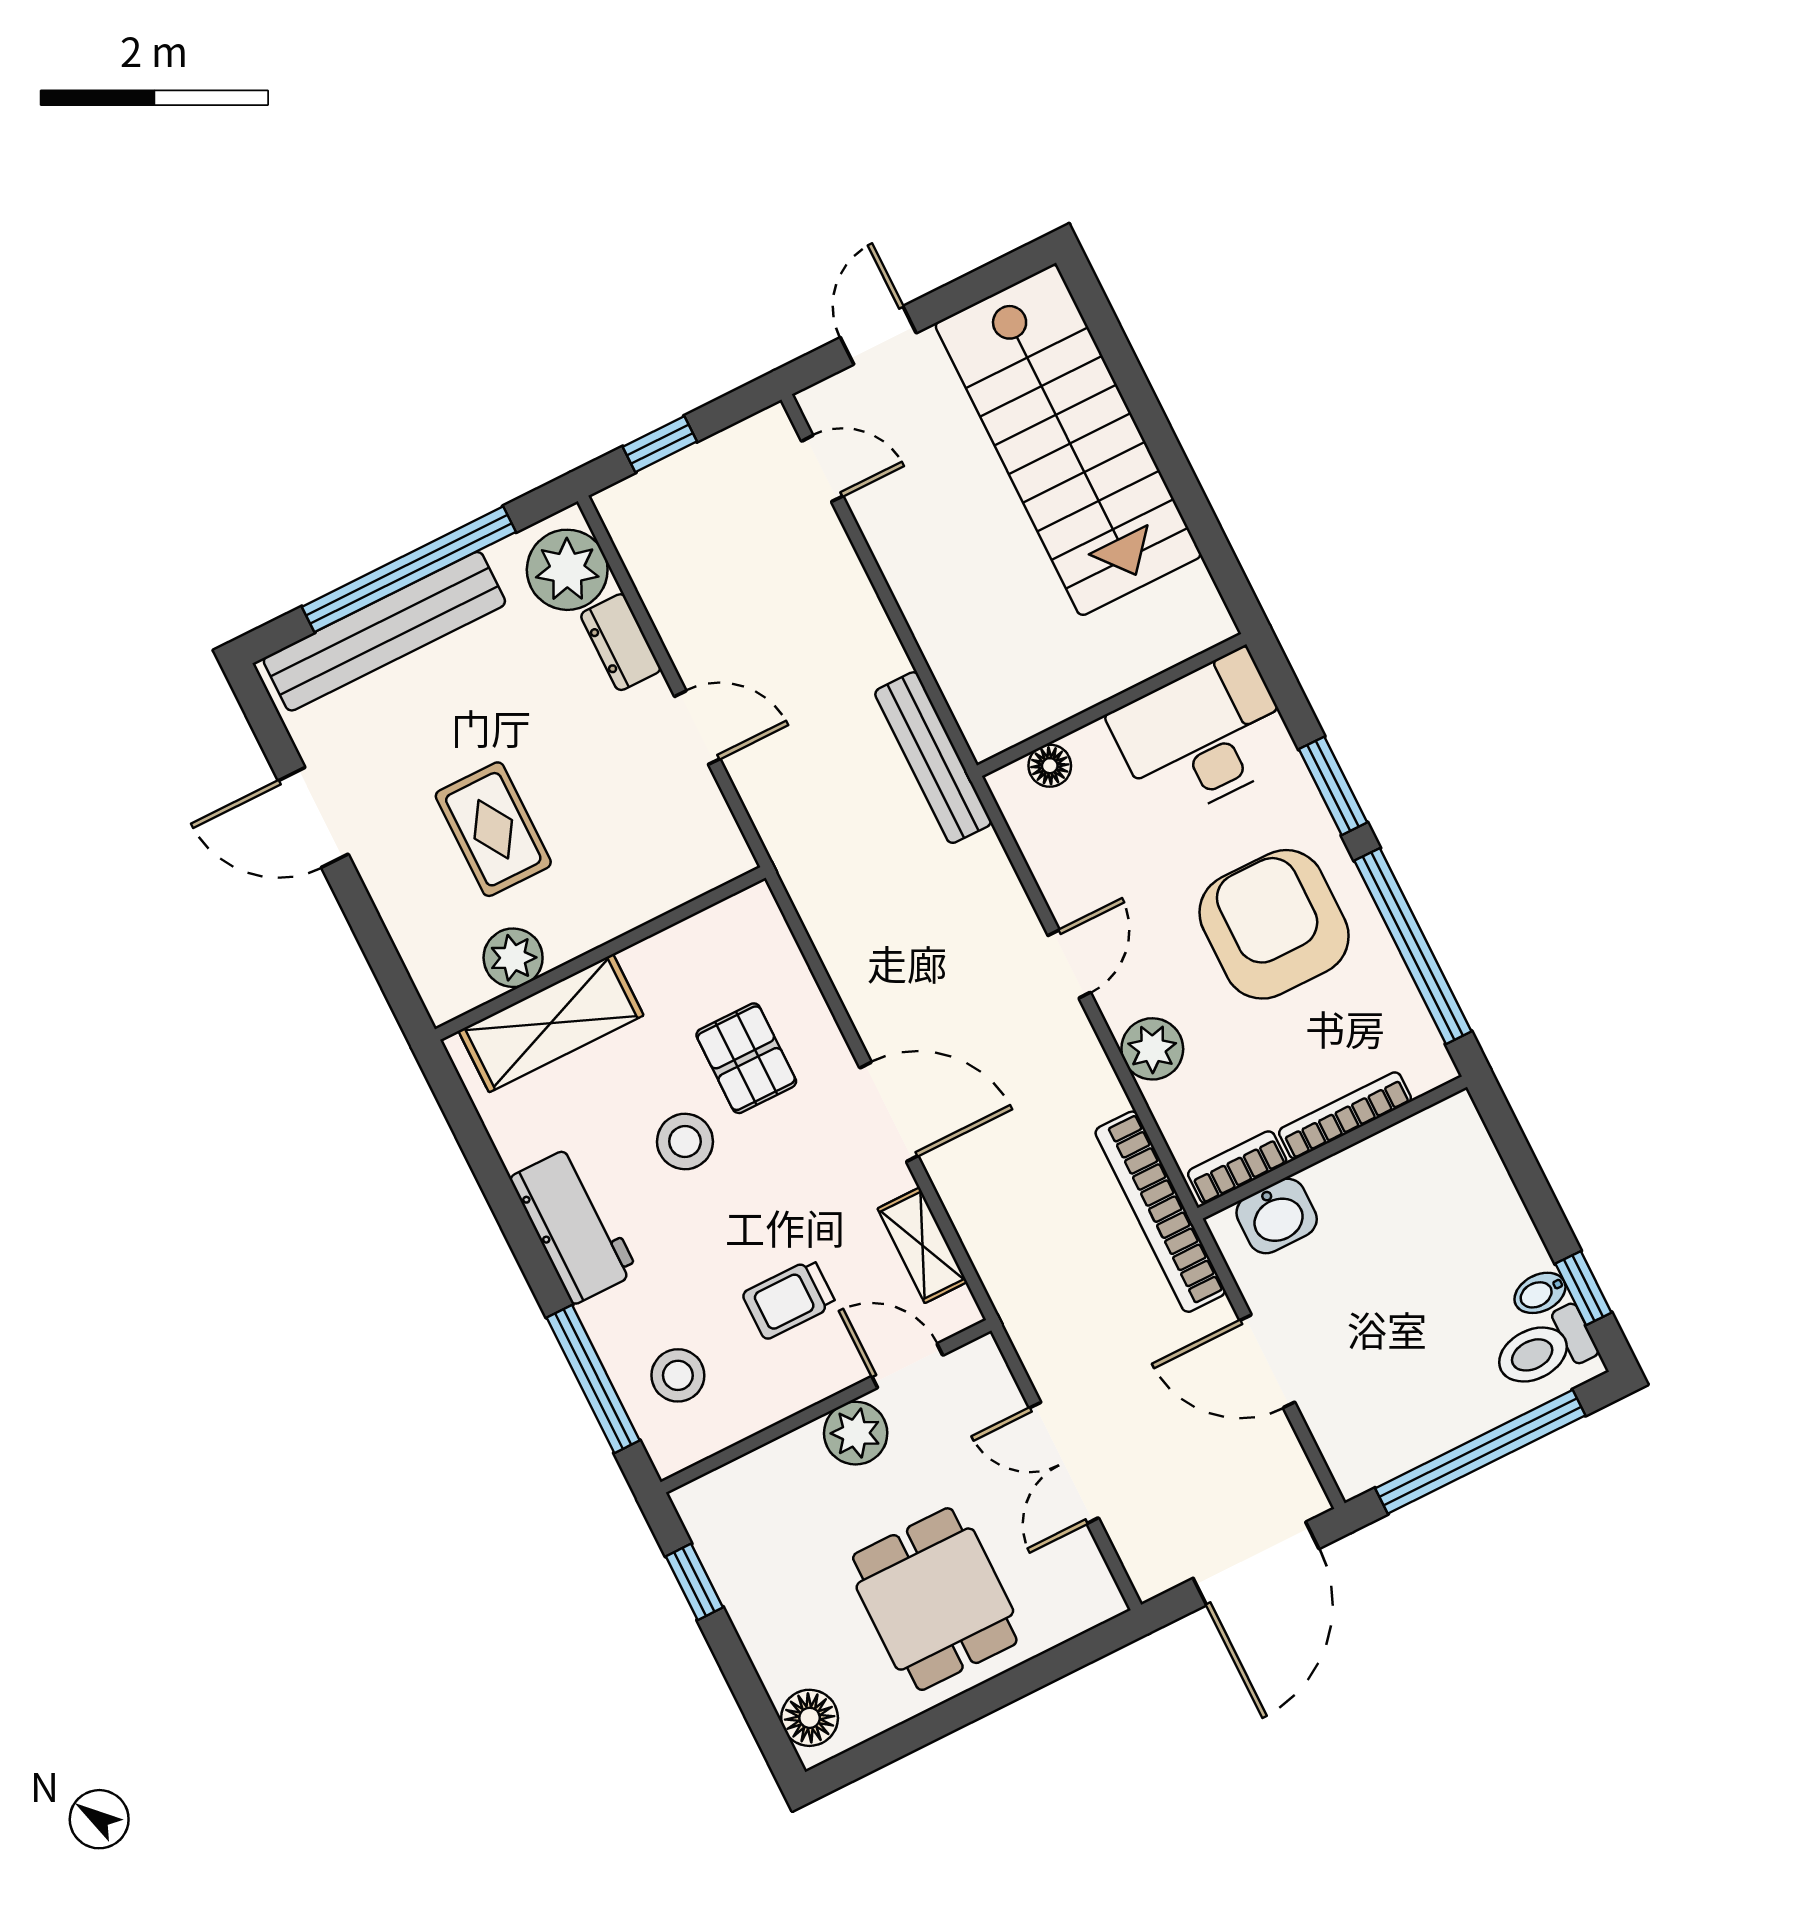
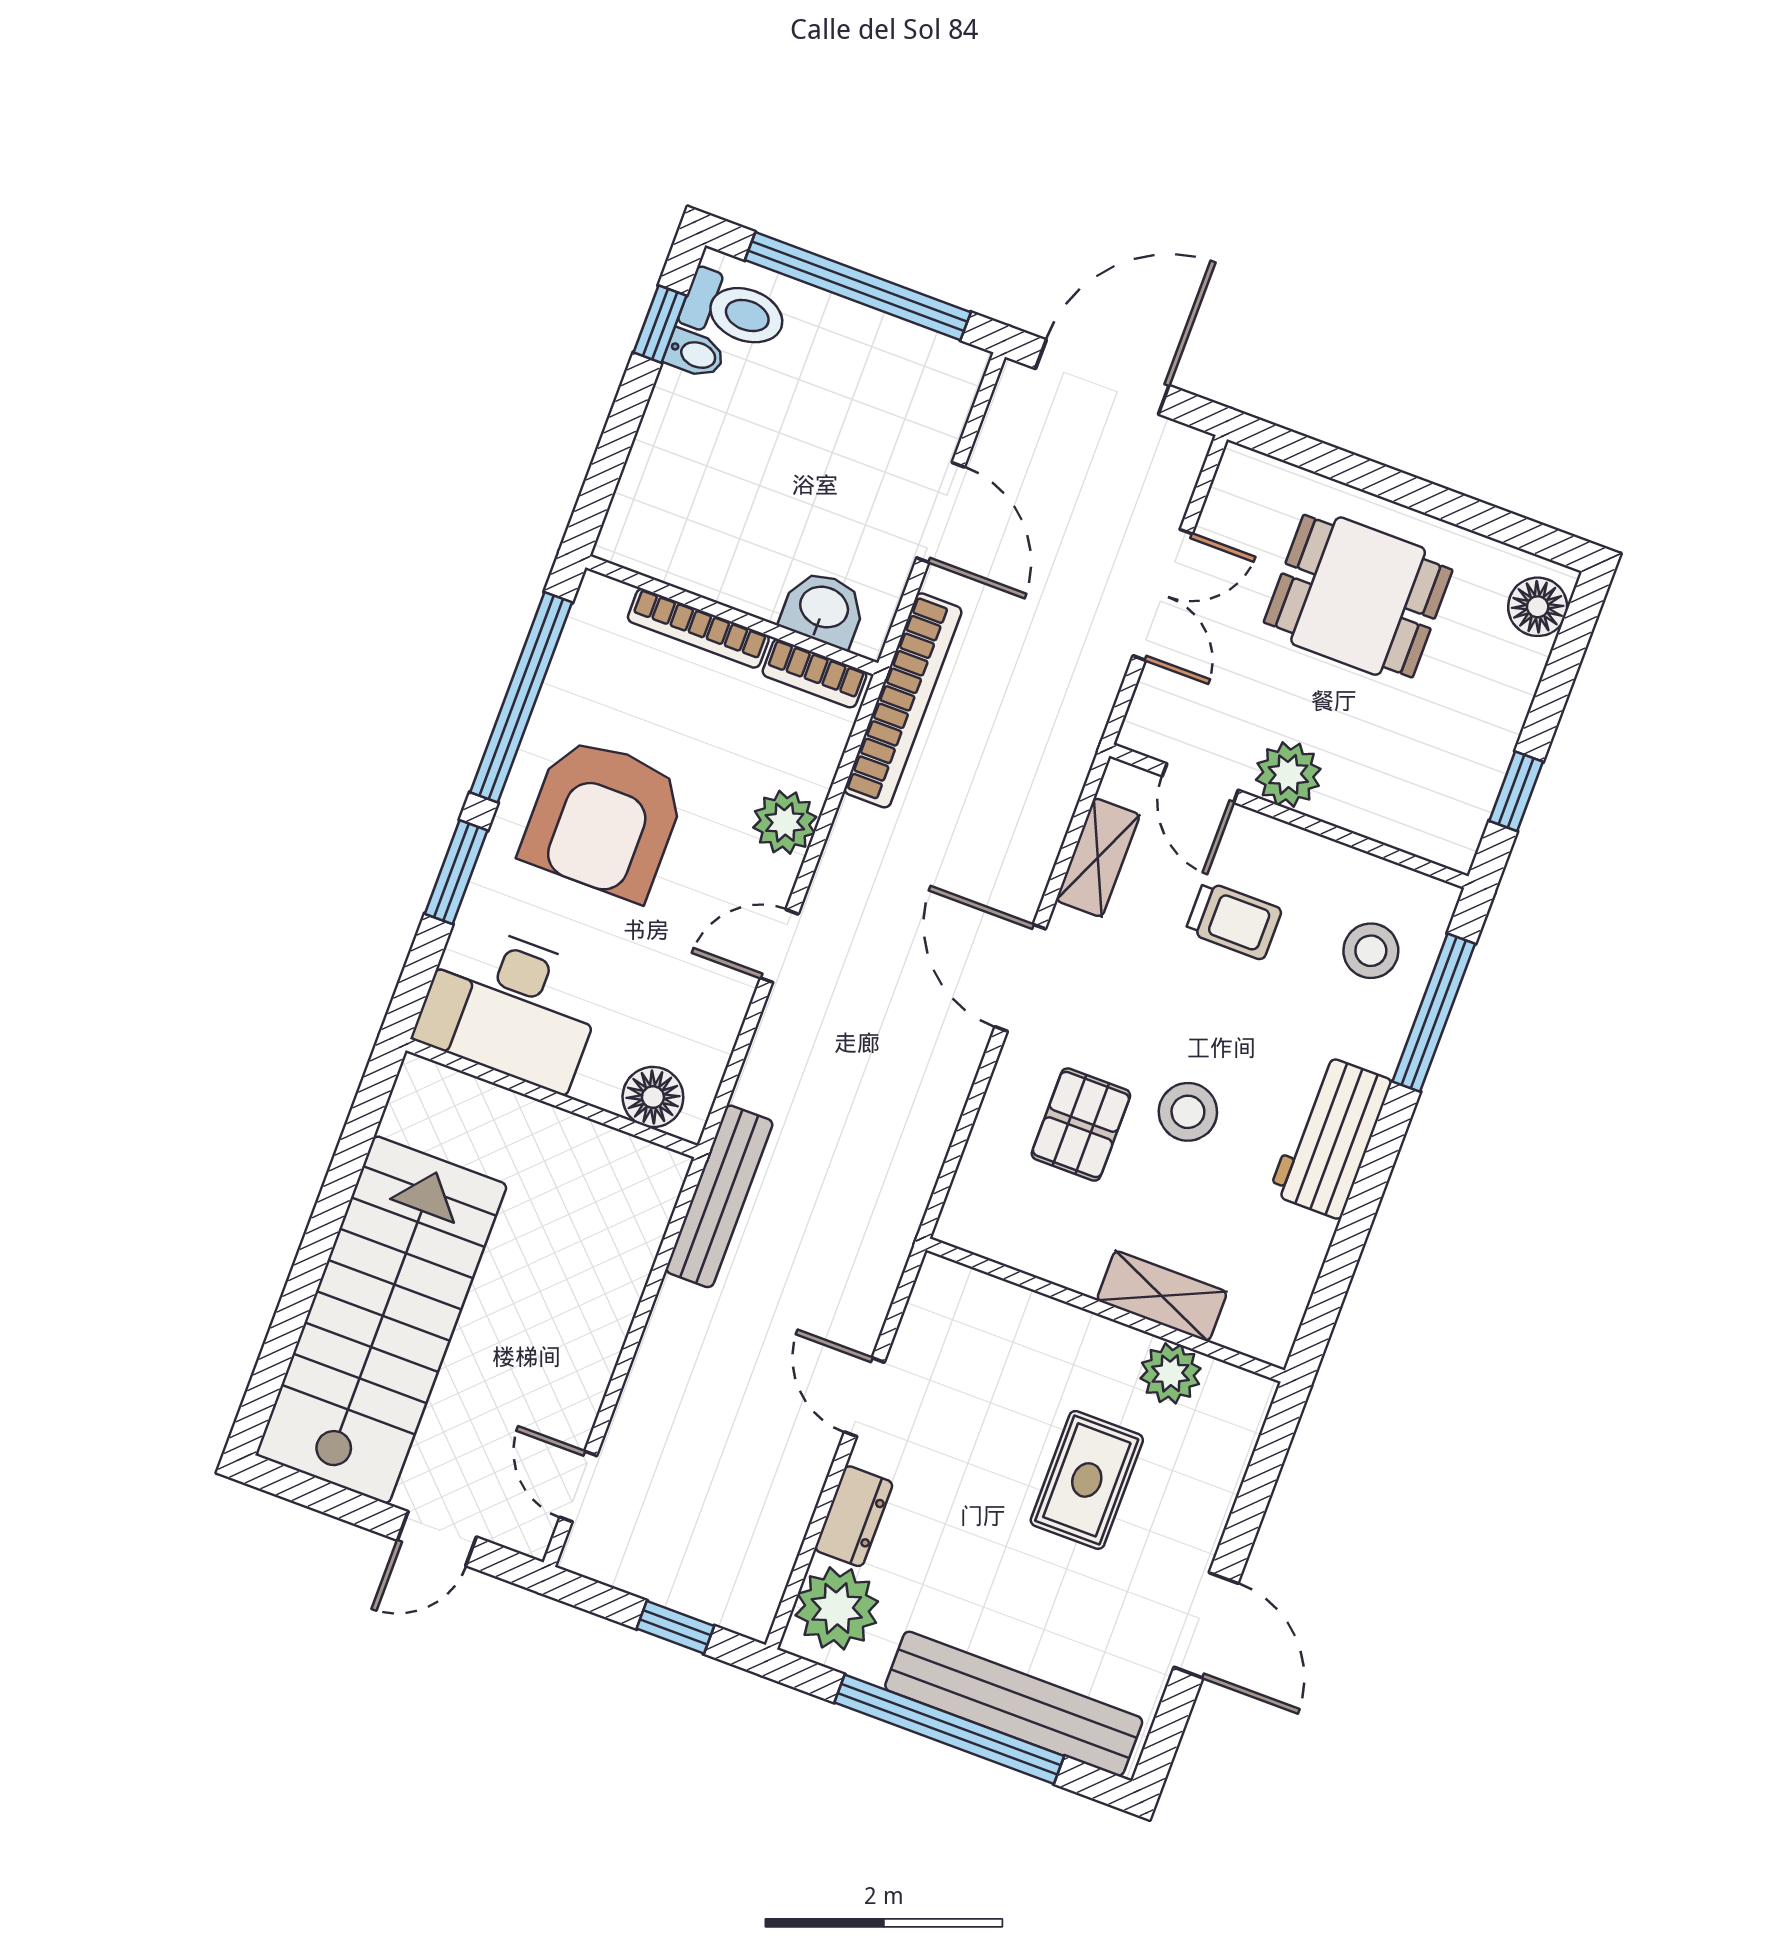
floor lamp: (1050, 766) -> (653, 1097), width x1.37, depth x1.37
shelving: (551, 1023) -> (1162, 1296), width x0.67, depth x0.75
dining table: (935, 1599) -> (1358, 596), turned 90

